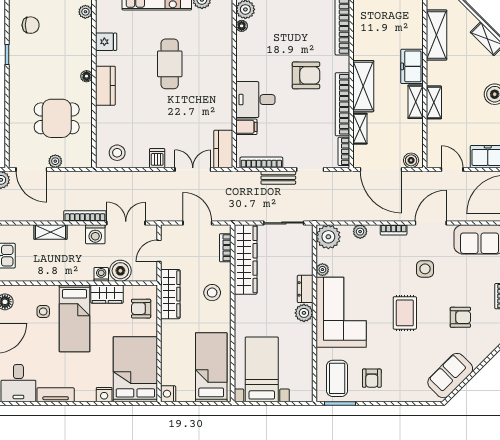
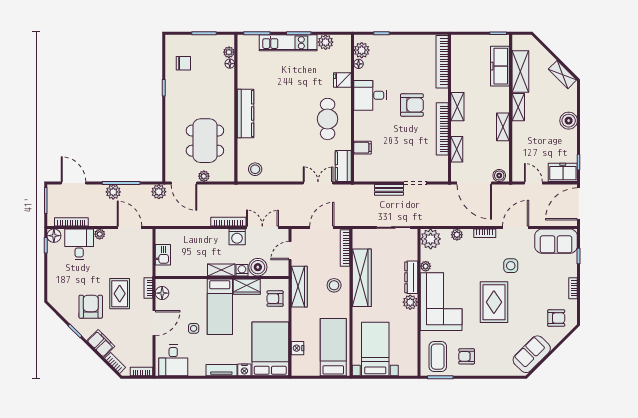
fridge: (106, 42) -> (342, 80), moved, turned 180
cafe table: (170, 64) -> (328, 119), moved
freezer: (412, 66) -> (500, 66), moved, width x1.40
floor lamp: (87, 76) -> (230, 64), moved
kitchen counter: (105, 86) -> (245, 114), width x1.50
shelving: (363, 86) -> (457, 107), width x0.67, depth x0.75
desk: (255, 100) -> (370, 95), moved
shelving: (434, 102) -> (518, 107), moved
dining table: (57, 118) -> (205, 141), width x1.38
bookcase: (344, 151) -> (443, 168), removed
dishwasher: (157, 158) -> (288, 174), removed
bookcase: (261, 162) -> (375, 177), removed
door: (197, 223) -> (322, 227), hinge flipped
shelving: (50, 232) -> (221, 270), moved
bookcase: (225, 248) -> (345, 248), width x1.56
wardrobe: (246, 259) -> (362, 278), moved
dresser: (305, 289) -> (411, 277), width x1.44
side table: (43, 311) -> (194, 328), moved
rug: (405, 313) -> (494, 302), width x1.36, depth x1.43
armchair: (460, 317) -> (556, 318), moved
armchair: (372, 378) -> (467, 356), turned 90
nightstand: (168, 394) -> (298, 348), moved
tv unit: (56, 395) -> (221, 370), moved

